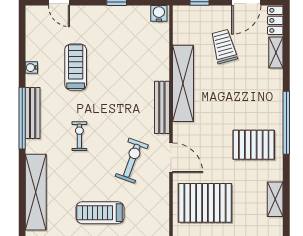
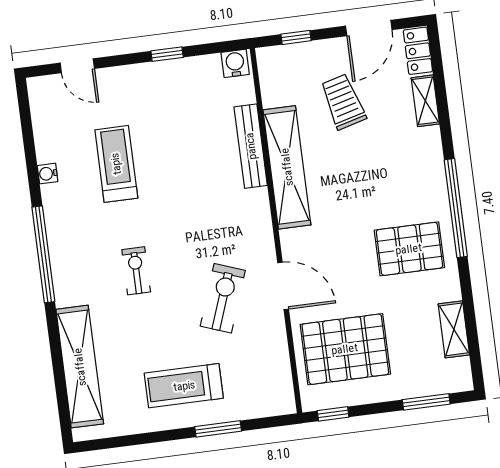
bench: (162, 107) -> (251, 146), moved
bench: (33, 113) -> (59, 244), removed

